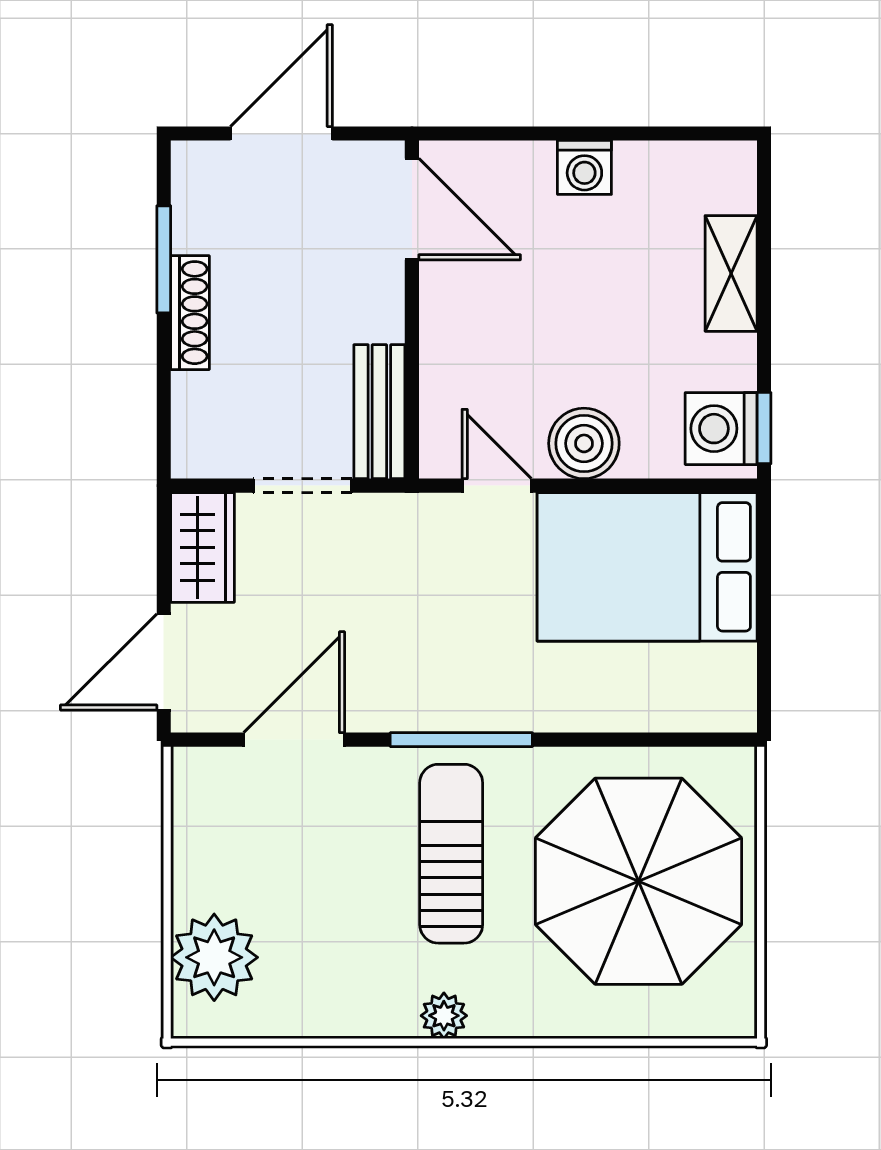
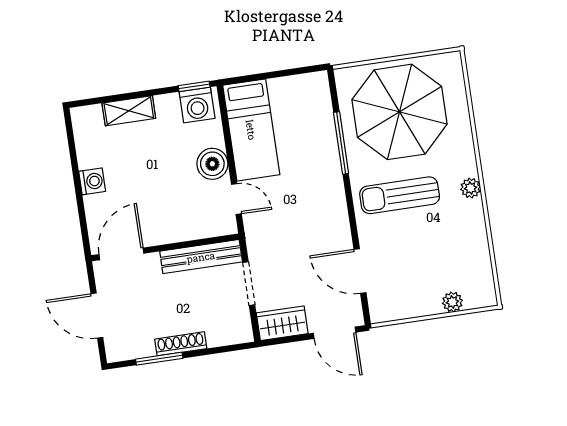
bench: (379, 412) -> (201, 257), width x1.36
door: (497, 486) -> (236, 199), swing flipped
bed: (647, 567) -> (251, 130), width x0.67
window: (461, 740) -> (341, 143), moved
plant: (214, 957) -> (452, 302), width x0.53, depth x0.53

